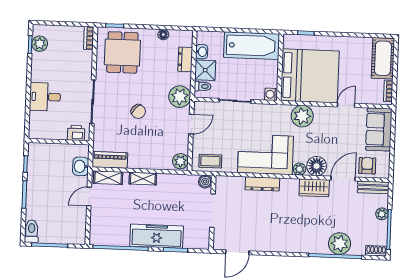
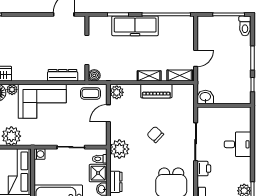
door: (191, 124) -> (108, 113), moved
printer: (76, 133) -> (204, 169), moved, turned -90
piano: (110, 160) -> (156, 91), moved
washbasin: (81, 166) -> (205, 97), moved, turned -90
dresser: (262, 184) -> (63, 75), moved

